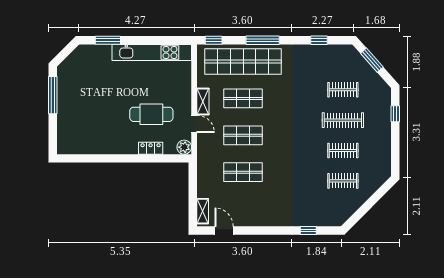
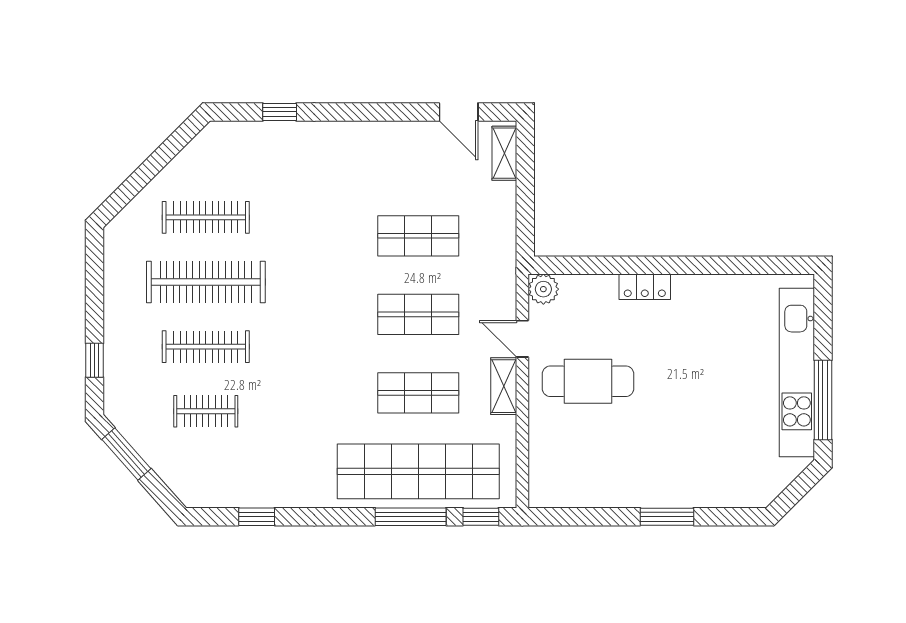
window: (108, 40) -> (667, 517), moved
window: (263, 40) -> (411, 517), moved
kitchen unit: (152, 52) -> (797, 373), moved, turned -90
window: (372, 60) -> (126, 454), moved
cafe table: (151, 114) -> (588, 381), moved
locker: (151, 148) -> (645, 287), moved
clothes rail: (343, 151) -> (206, 282), width x1.86, depth x1.31
clothes rail: (343, 181) -> (206, 217), width x1.36

